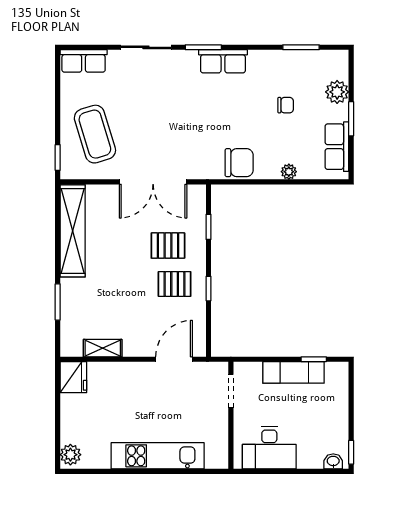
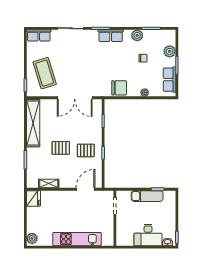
plant: (274, 61) -> (137, 35), added
pallet: (168, 246) -> (61, 148), moved
desk: (269, 448) -> (148, 235), moved

